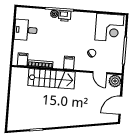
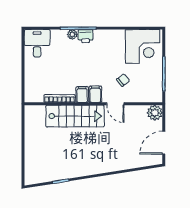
desk: (26, 30) -> (37, 43), moved, turned 90
filing cabinet: (23, 59) -> (82, 94), moved
door: (100, 73) -> (115, 104), moved

